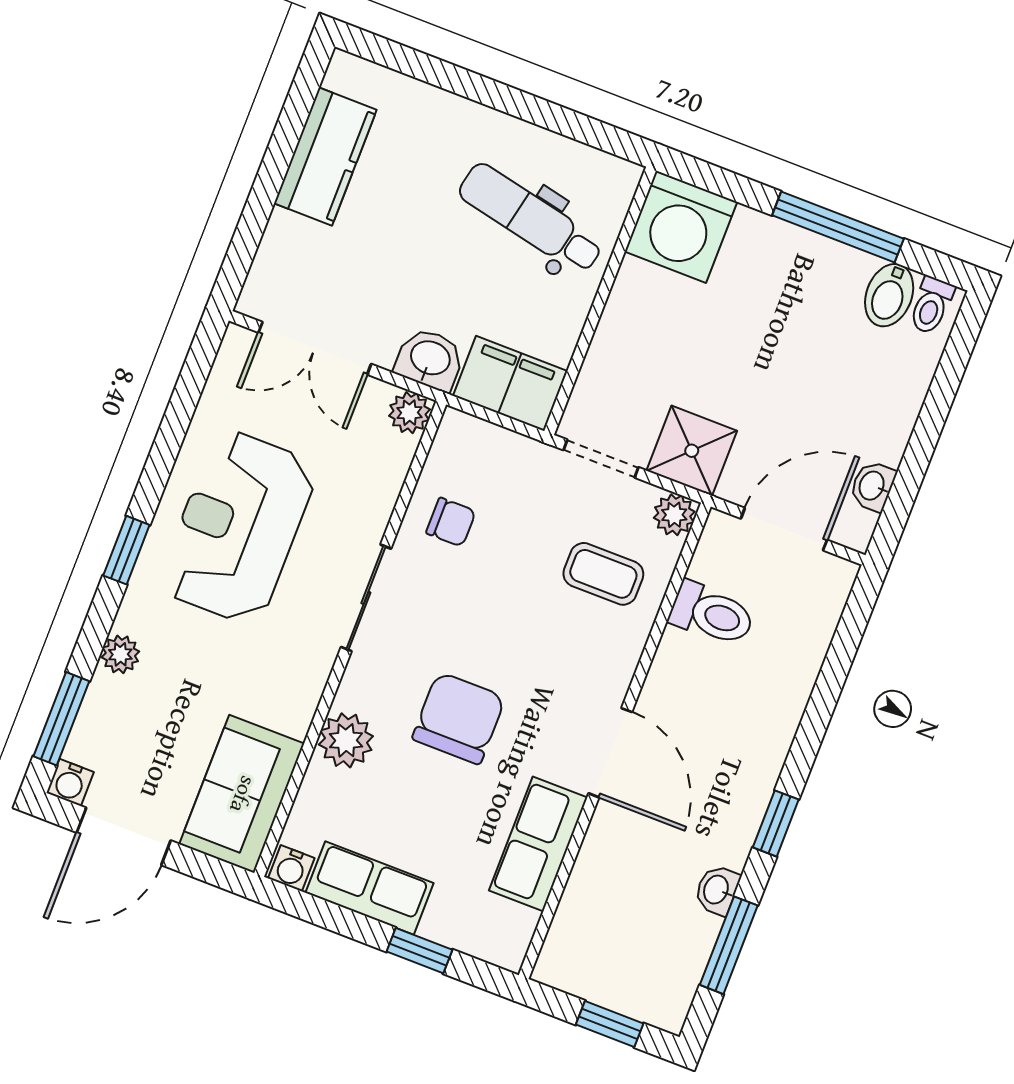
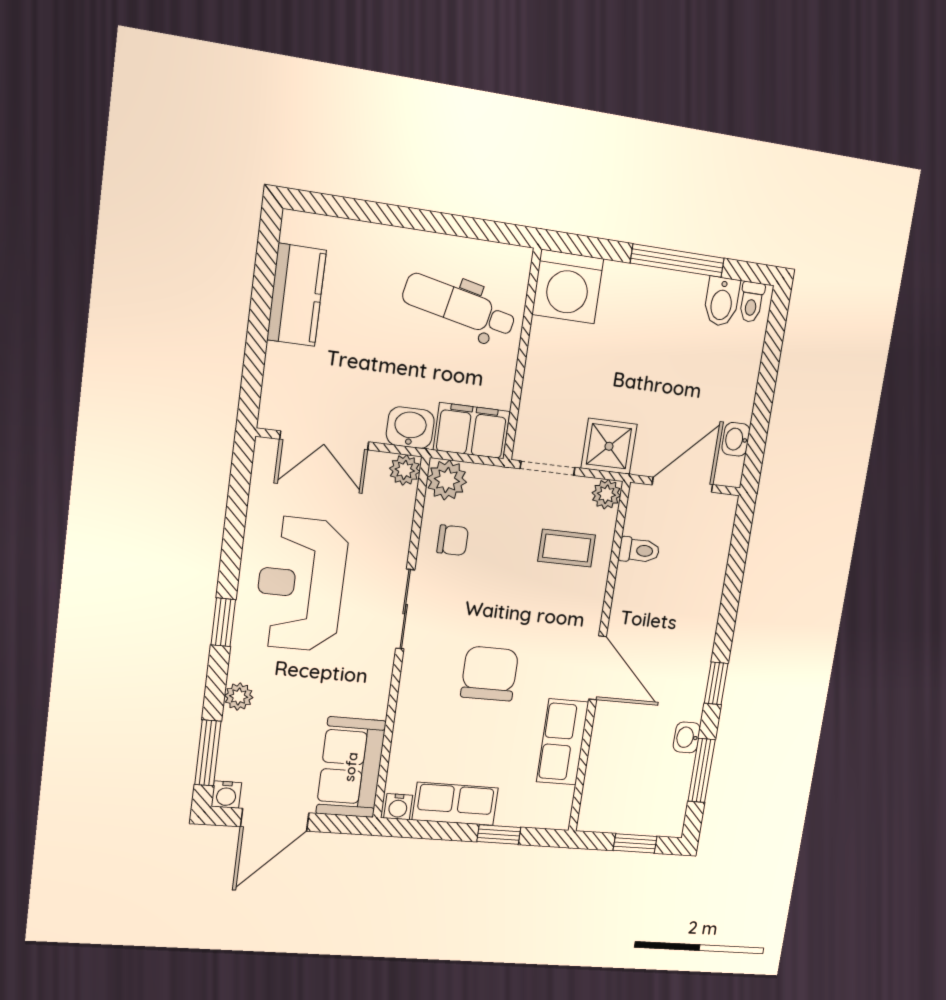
toilet: (712, 614) -> (639, 550), width x0.73, depth x0.72
plant: (346, 740) -> (447, 480), moved

